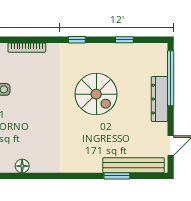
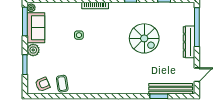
floor lamp: (22, 166) -> (92, 89), removed

